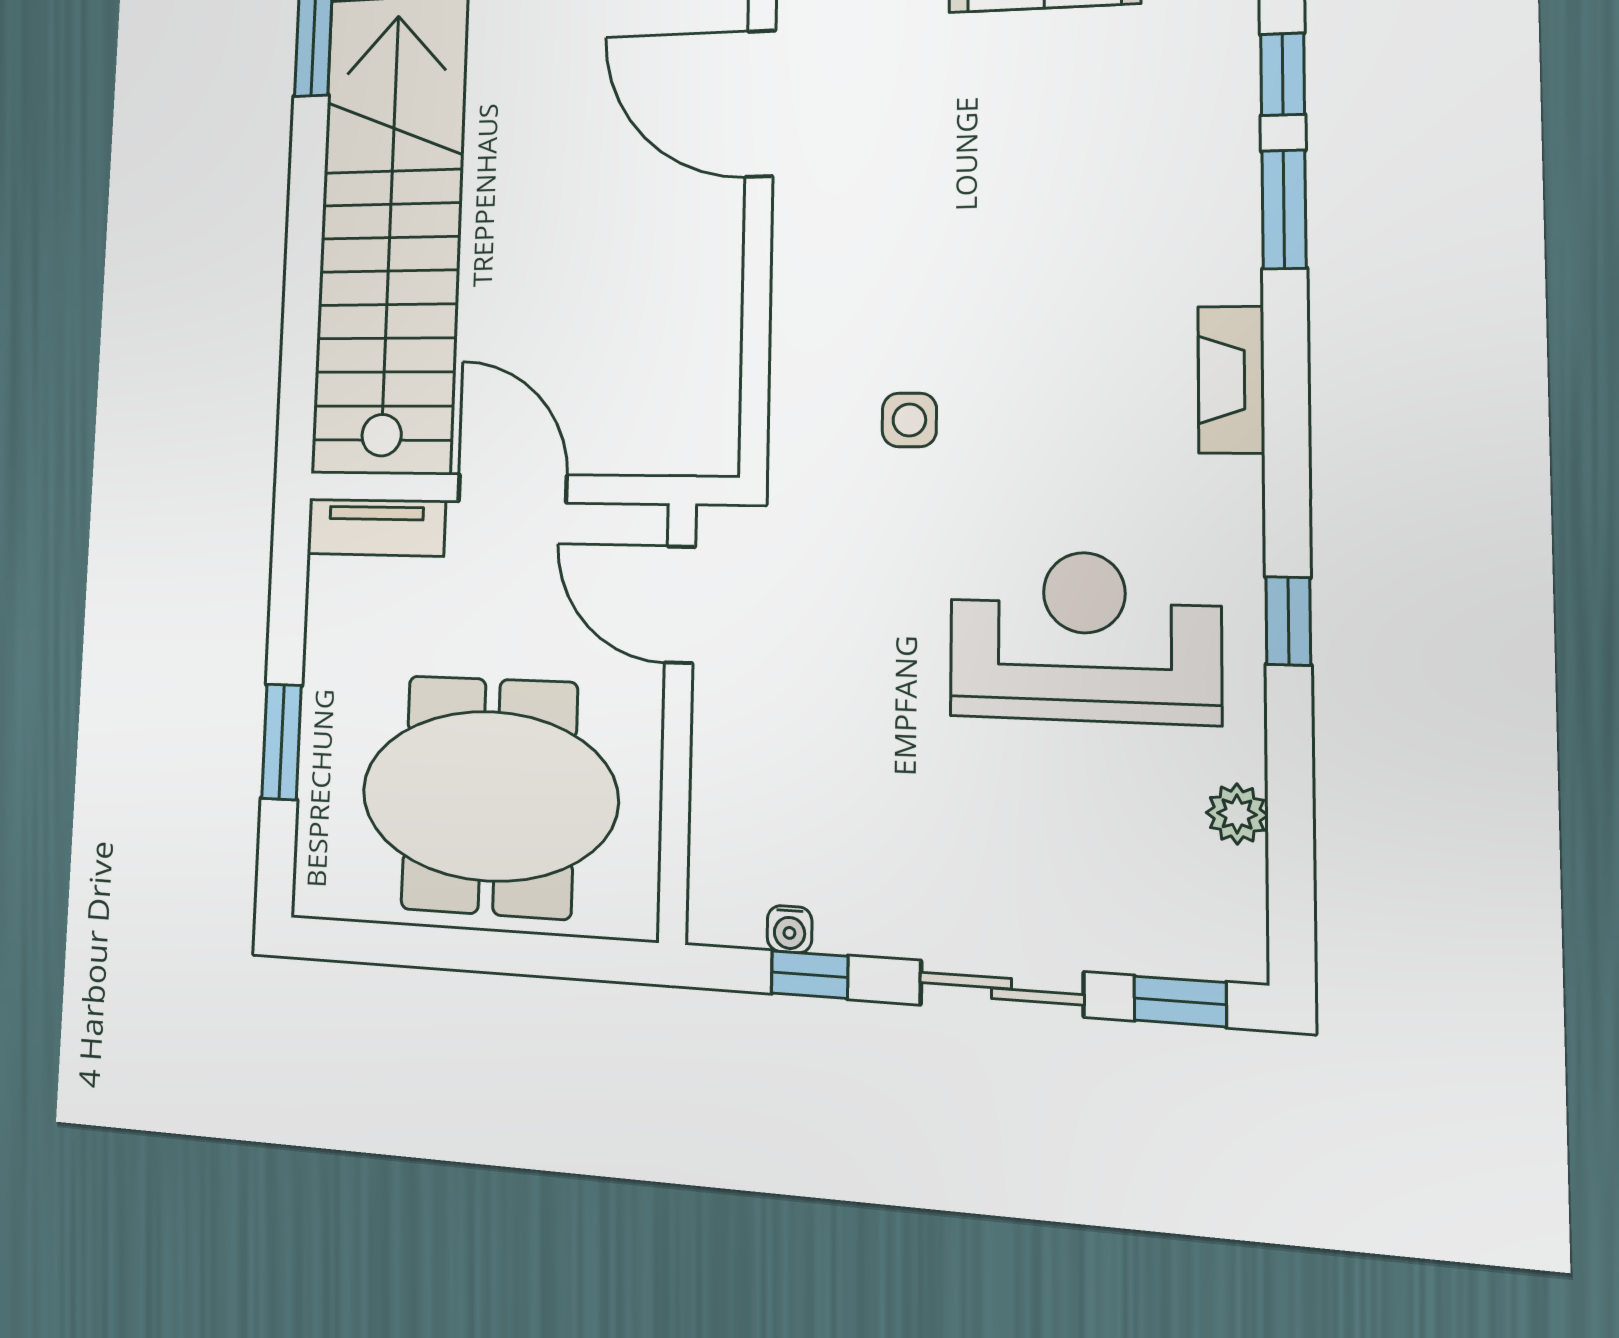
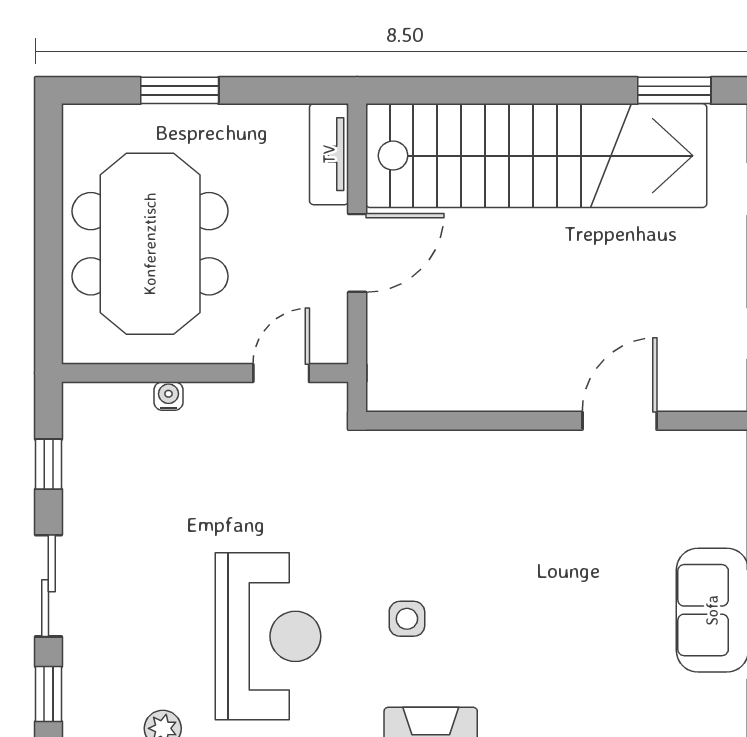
door: (760, 104) -> (620, 421), width x0.73
side table: (909, 420) -> (407, 619), moved
door: (680, 605) -> (281, 373), width x0.73
water cooler: (790, 929) -> (169, 396), moved, turned 90

